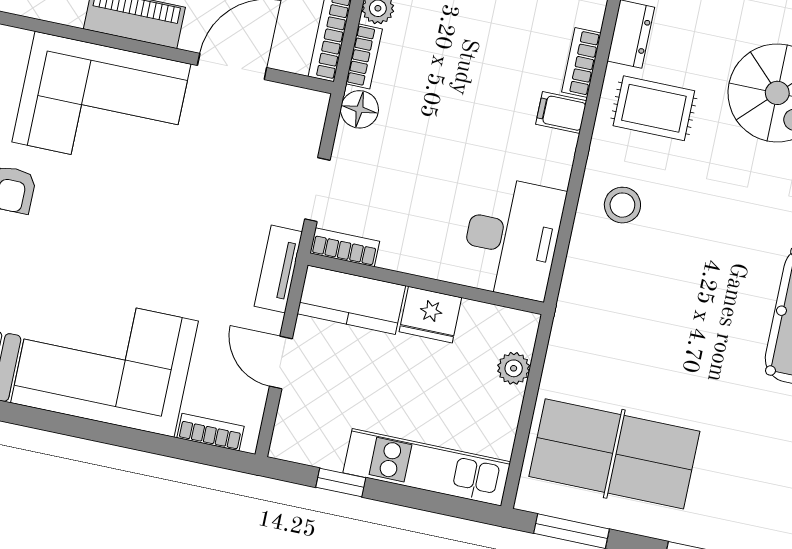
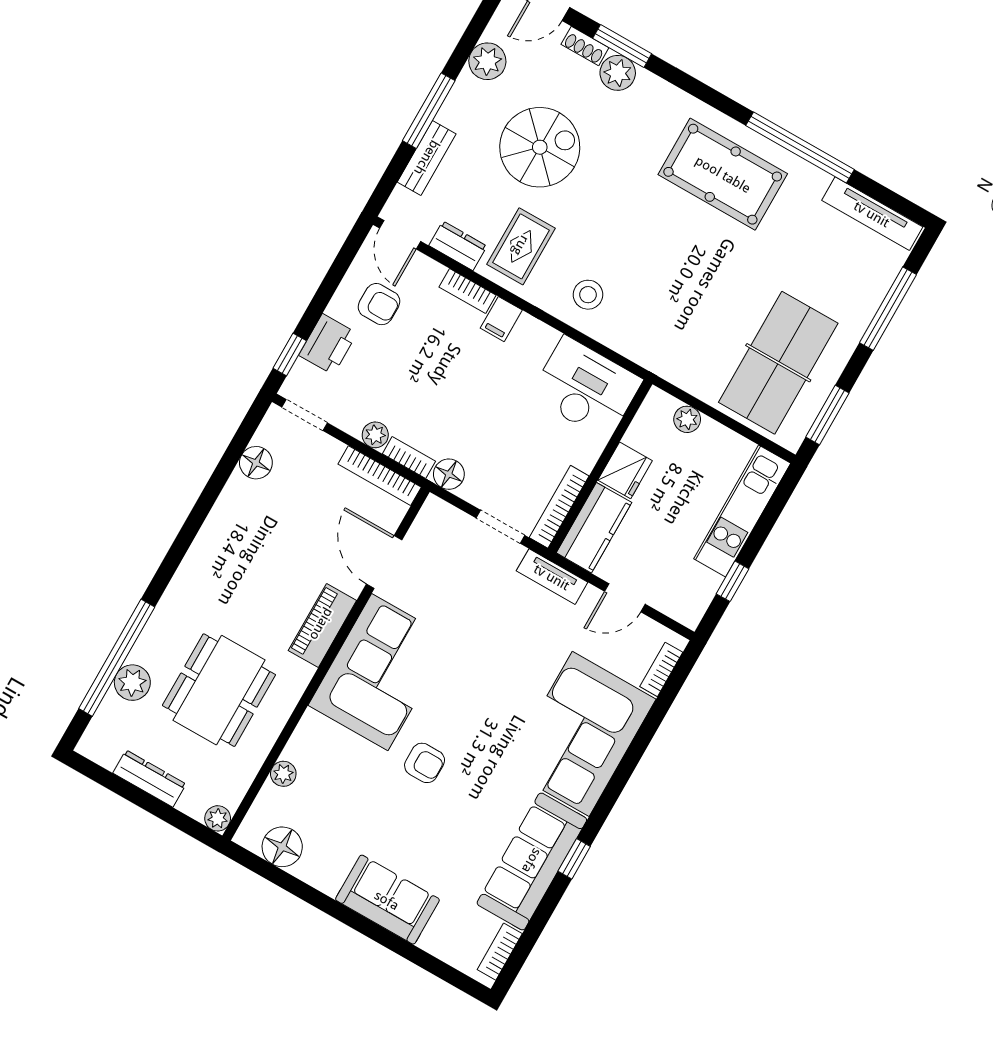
bookcase: (345, 247) -> (559, 507), width x1.56

